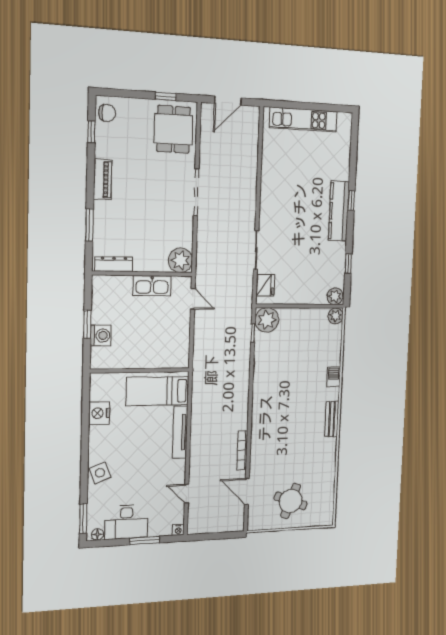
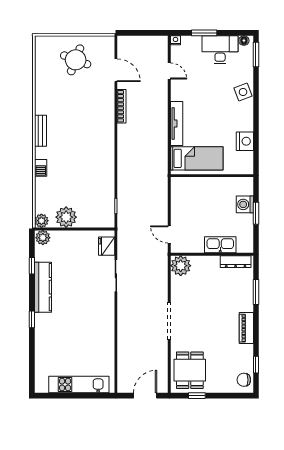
kitchen counter: (339, 211) -> (43, 287), moved
kitchen sink: (152, 286) -> (220, 245), moved
plant: (267, 320) -> (66, 217), moved

